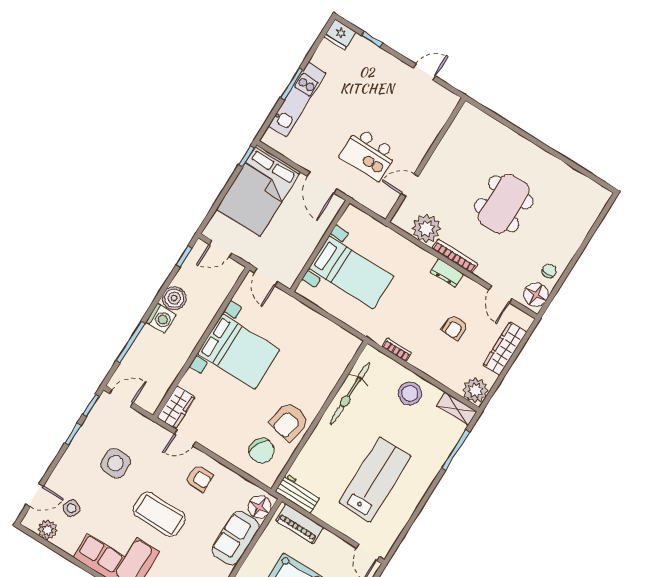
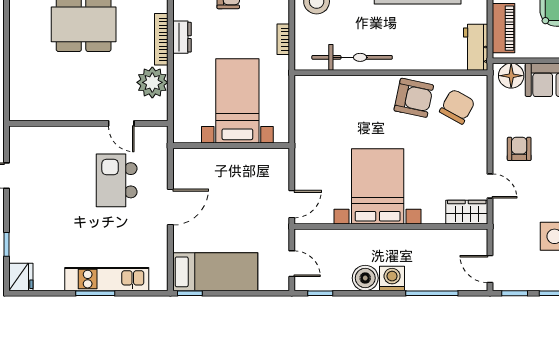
kitchen island: (368, 154) -> (117, 180), turned 180
bed: (258, 191) -> (215, 272), width x0.67
wall: (320, 246) -> (231, 146), moved
bed with nightstands: (351, 272) -> (237, 101), moved

